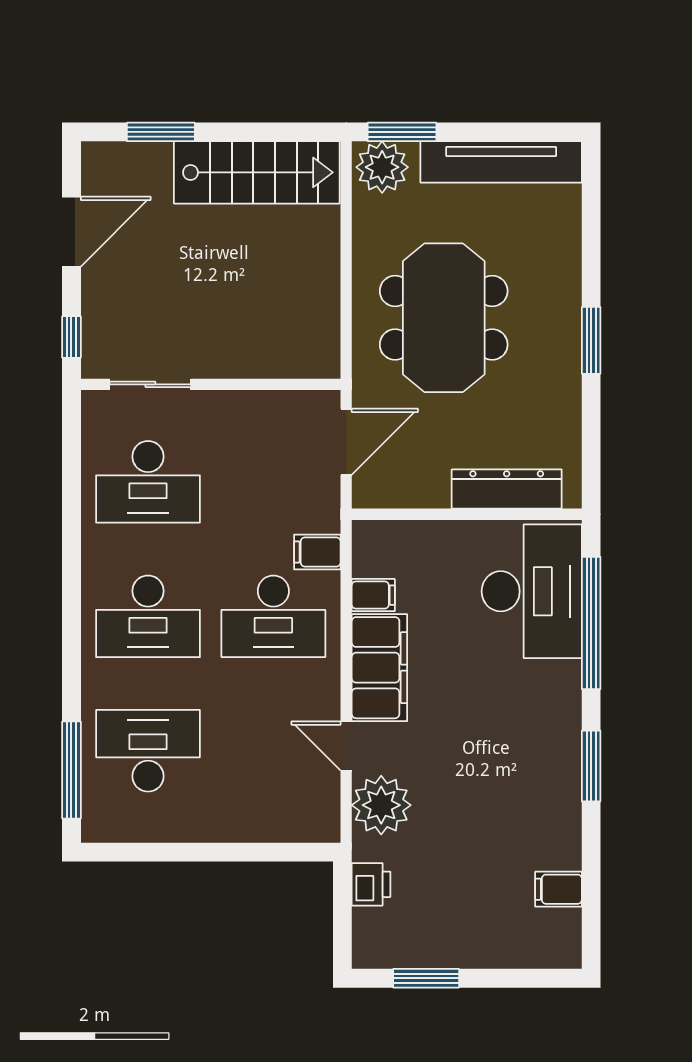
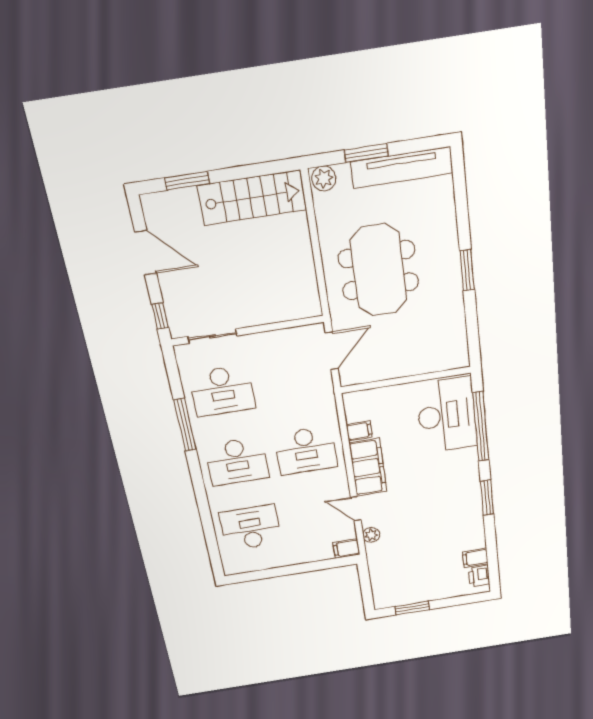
window: (402, 132) -> (366, 153), moved
plant: (382, 167) -> (324, 179), width x0.73, depth x0.73
door: (71, 232) -> (146, 253), hinge flipped
dresser: (507, 489) -> (427, 363), removed
filing cabinet: (317, 552) -> (346, 548), moved
window: (71, 770) -> (185, 425), moved
plant: (381, 805) -> (371, 535), width x0.53, depth x0.53
printer: (371, 884) -> (479, 576), moved, turned 180

